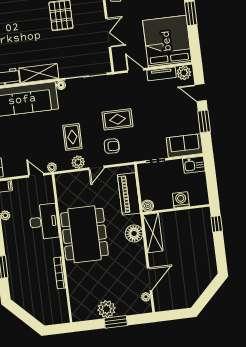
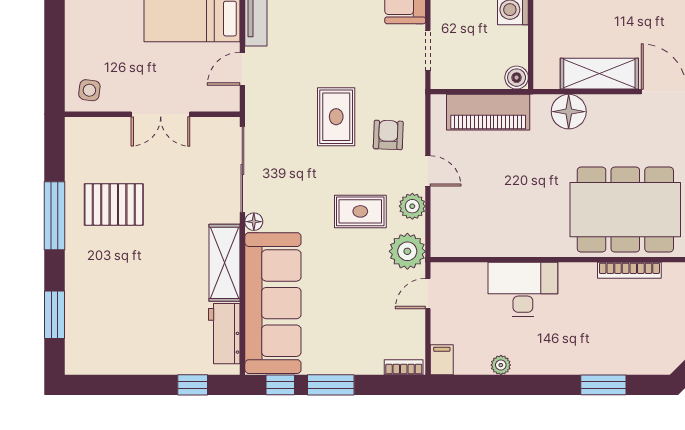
double door: (108, 33) -> (161, 114), swing flipped
plant: (52, 167) -> (407, 251), width x1.88, depth x1.88
shelving: (153, 233) -> (599, 74), moved
dining table: (85, 234) -> (625, 210), moved

